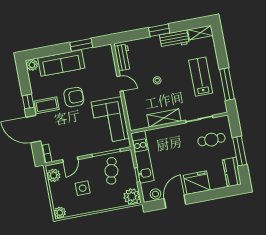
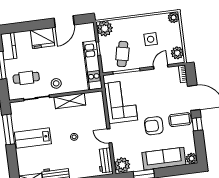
plant: (105, 54) -> (122, 165), added
lab bench: (201, 77) -> (33, 138), turned 90
stool: (155, 194) -> (56, 83), moved

